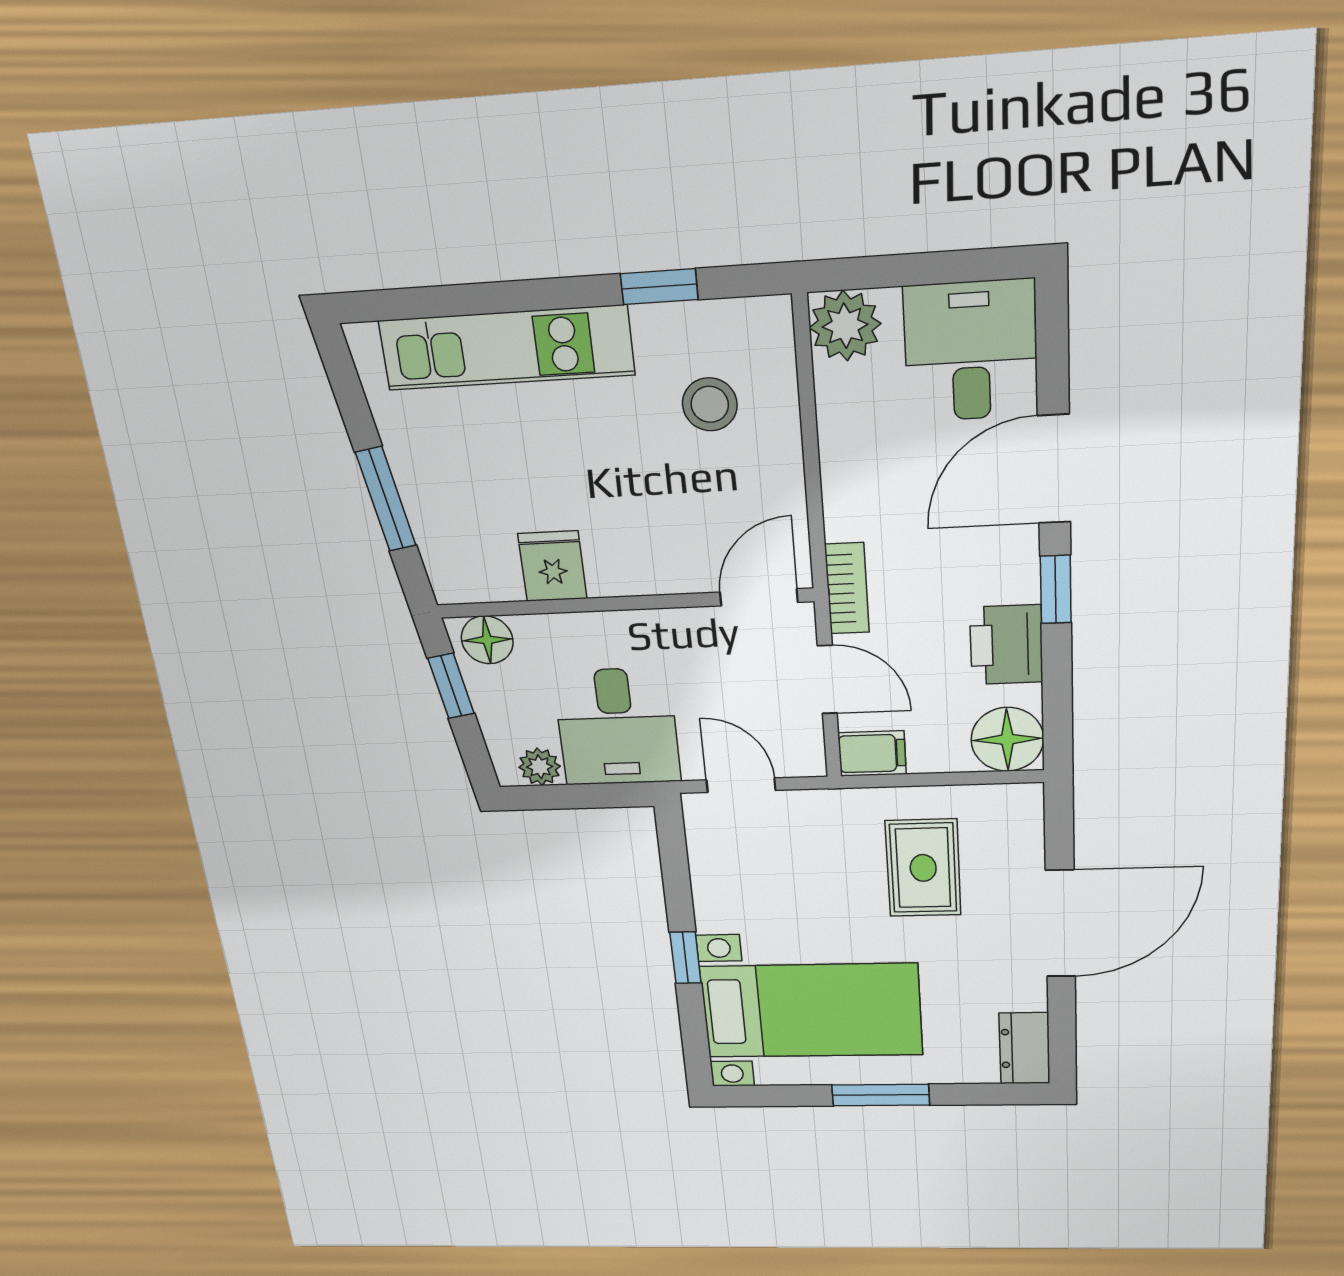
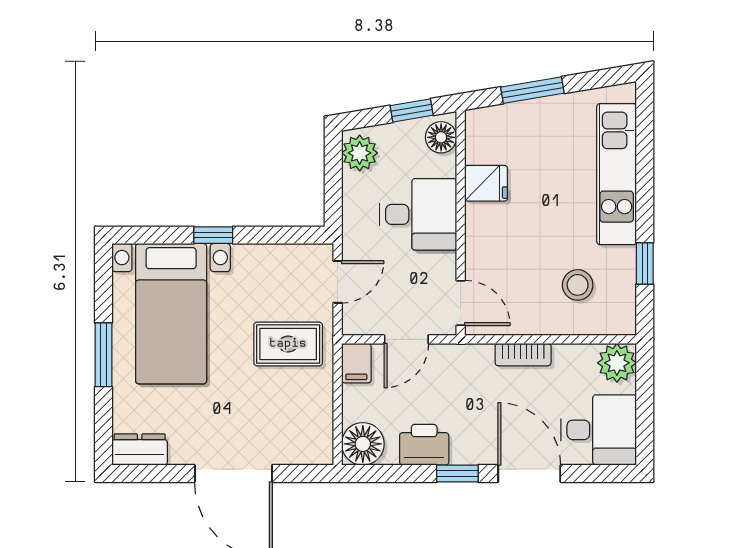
bookcase: (847, 588) -> (523, 355), moved
desk: (617, 727) -> (418, 214), moved, turned 180
plant: (540, 767) -> (360, 153), width x1.38, depth x1.38
rug: (923, 868) -> (288, 344), moved

